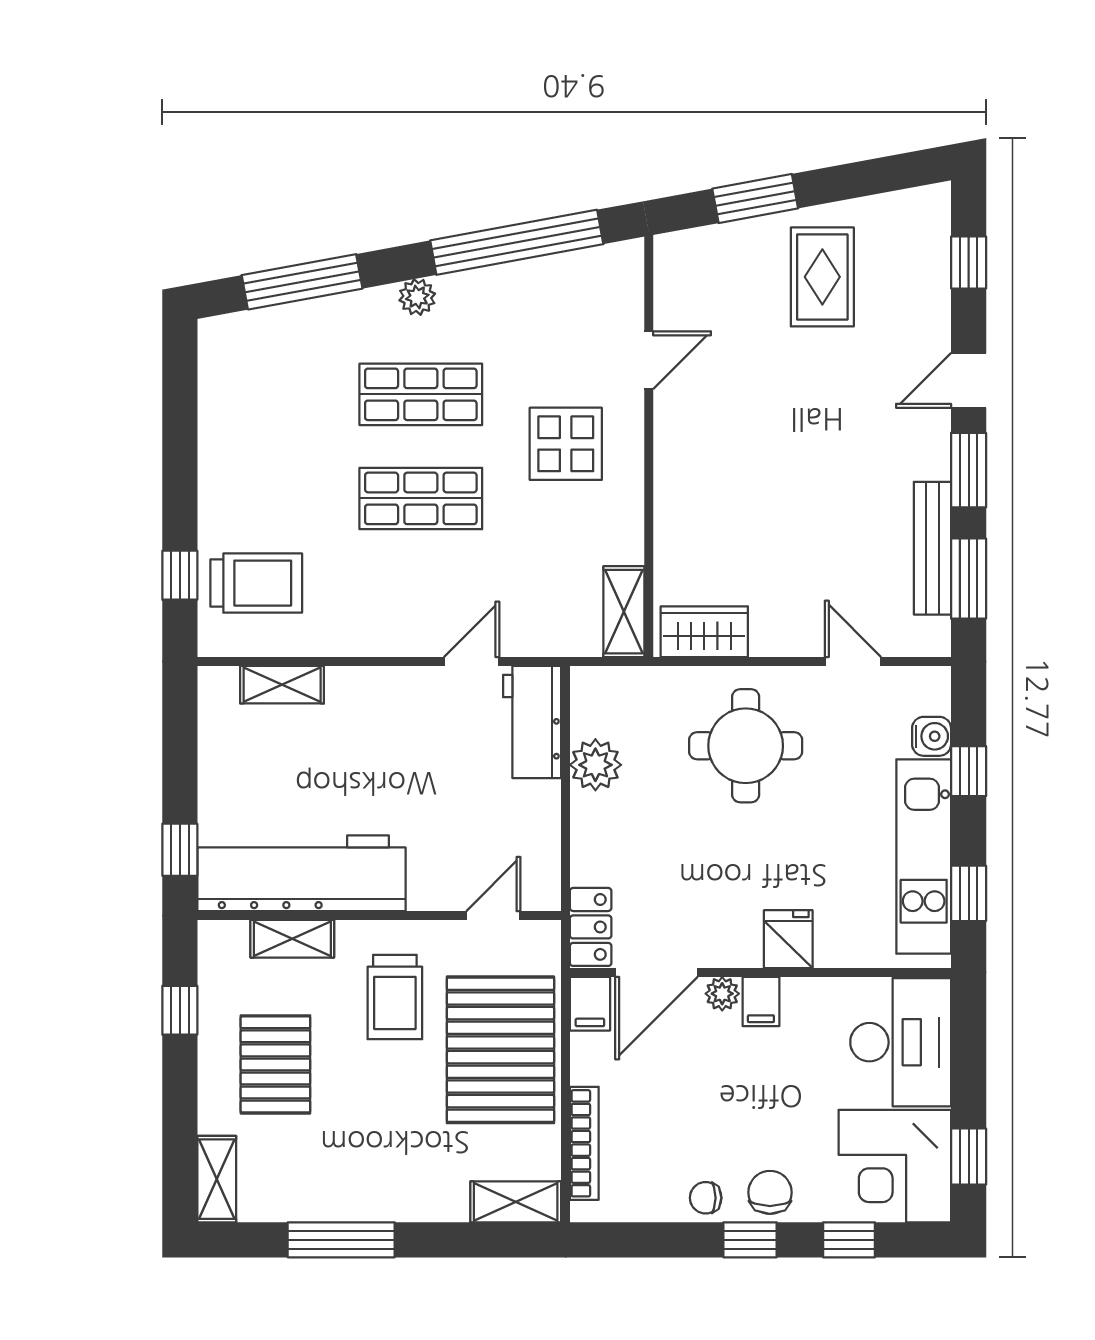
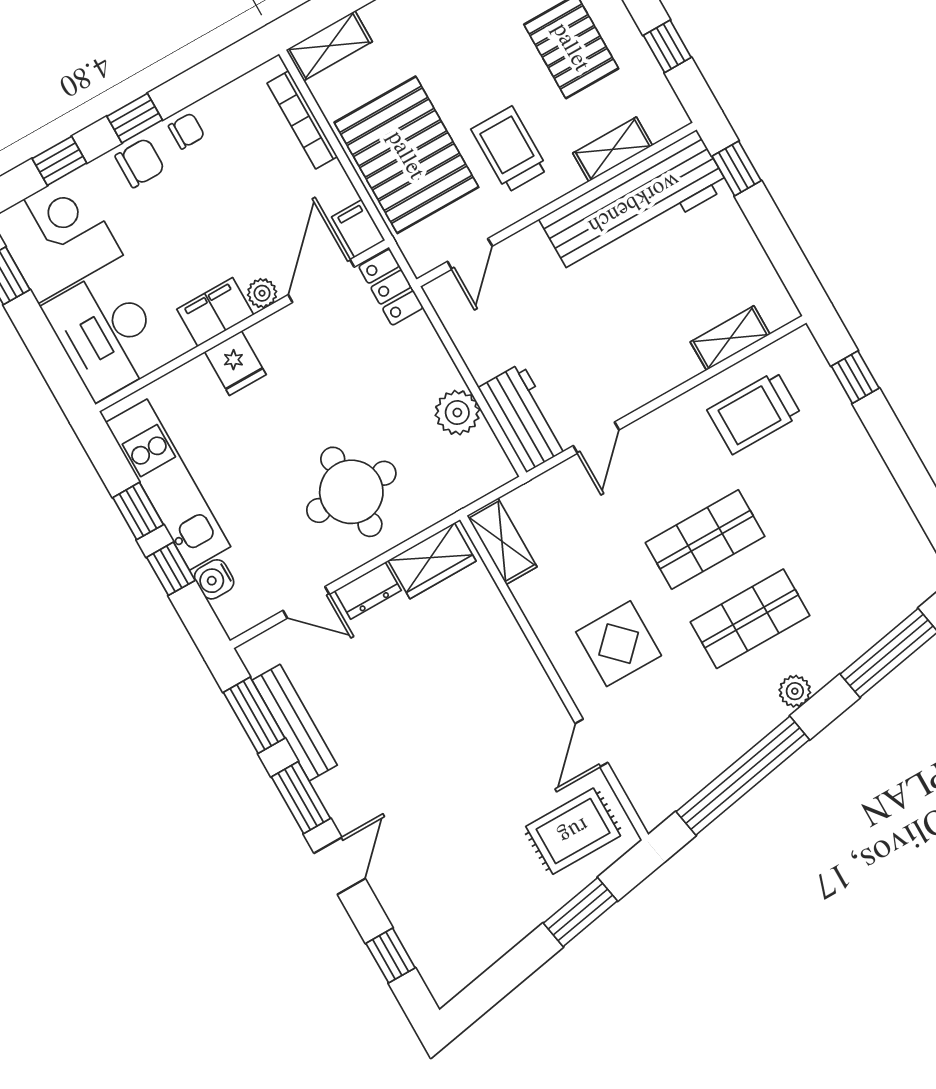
rug: (822, 277) -> (573, 831), moved, turned 90
trolley: (256, 583) -> (754, 413), moved
dresser: (785, 638) -> (368, 591), added
window: (969, 893) -> (138, 511), moved
filing cabinet: (761, 1001) -> (215, 312), width x2.00
chair: (770, 1192) -> (140, 163), turned -90

